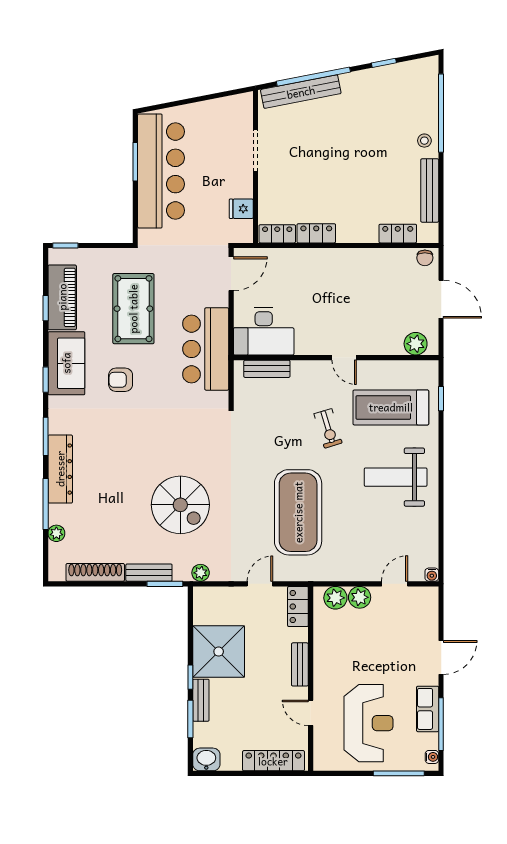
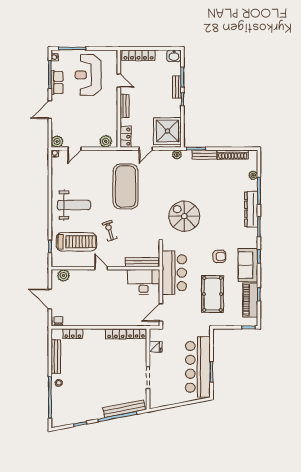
bench: (267, 369) -> (142, 262), width x1.36
spiral stairs: (180, 505) -> (184, 216), moved
plant: (360, 597) -> (57, 142), moved
shower: (219, 652) -> (167, 131), moved

